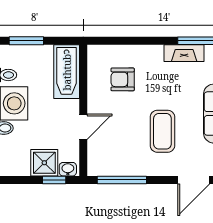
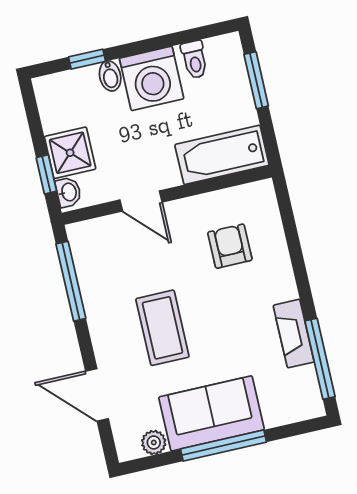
coffee table: (162, 131) -> (162, 328), turned 90

